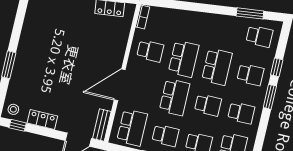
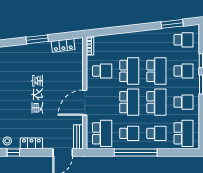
school desk: (208, 105) -> (156, 102), width x1.85

